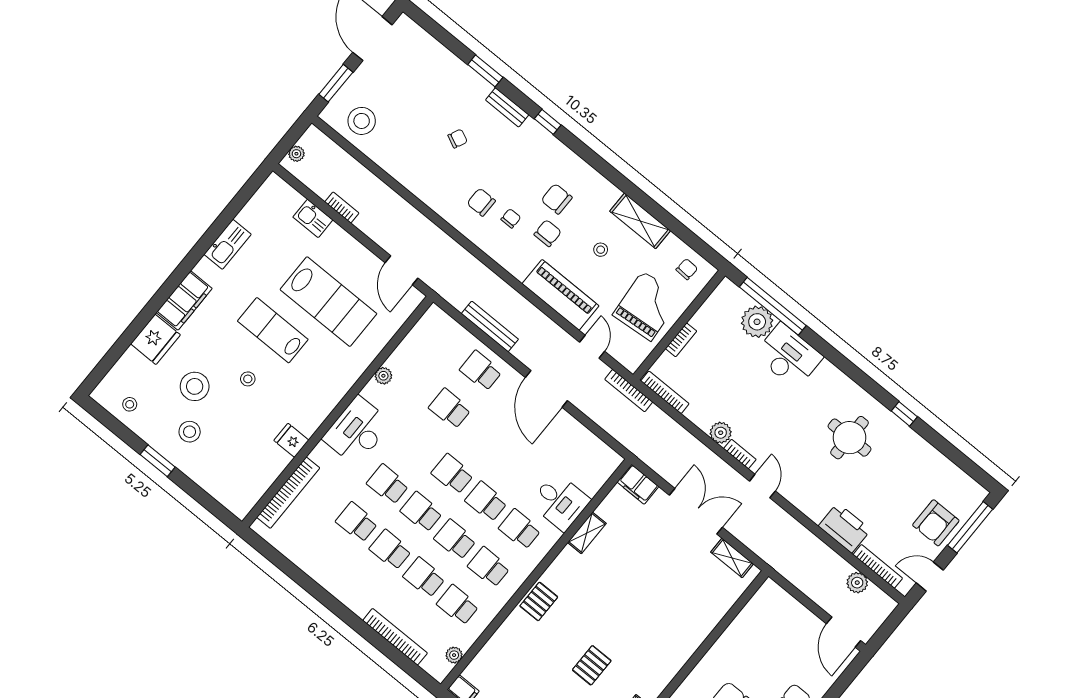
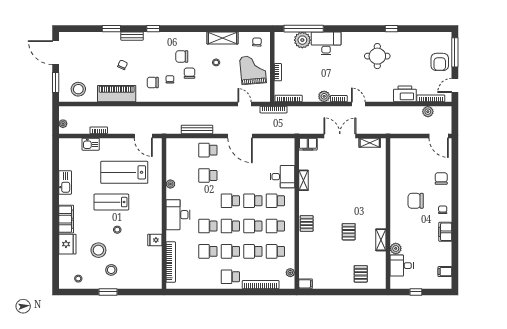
piano: (561, 295) -> (117, 94), moved
lab bench: (328, 302) -> (124, 172), turned 180
school desk: (359, 588) -> (230, 277), added

